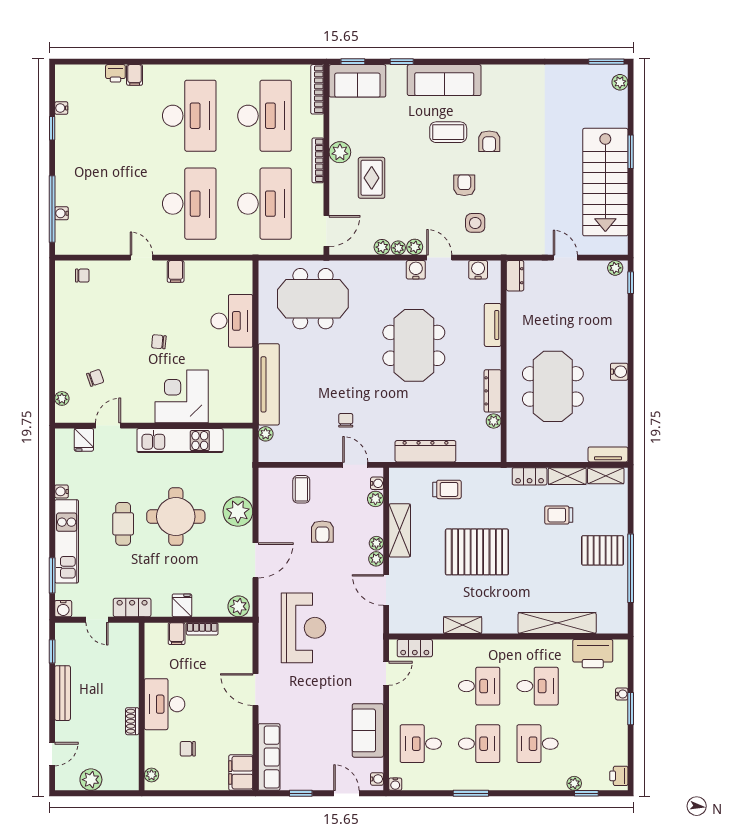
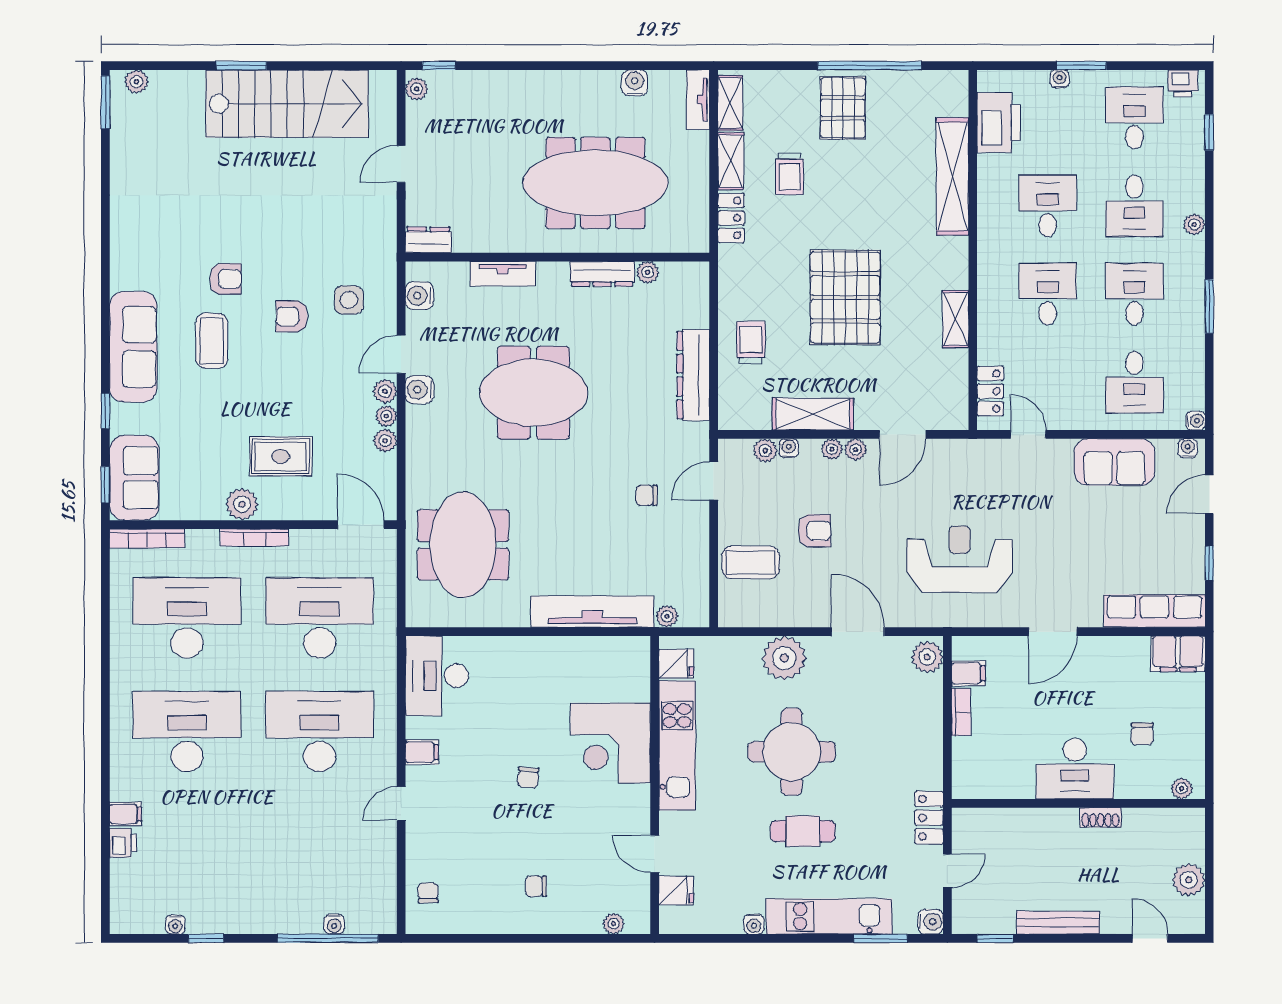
desk: (232, 321) -> (437, 676), moved, turned -90
water cooler: (619, 372) -> (635, 83), moved
chair: (95, 378) -> (536, 886), moved, turned -71
meeting table: (553, 386) -> (595, 183), width x1.36
water cooler: (377, 483) -> (789, 448), moved
coffee table: (301, 489) -> (751, 562), width x1.36, depth x1.30
fridge: (182, 605) -> (676, 664), moved, turned 180
filing cabinet: (177, 634) -> (968, 673), moved
desk: (596, 744) -> (1134, 118), added
plant: (574, 783) -> (1194, 224), moved

